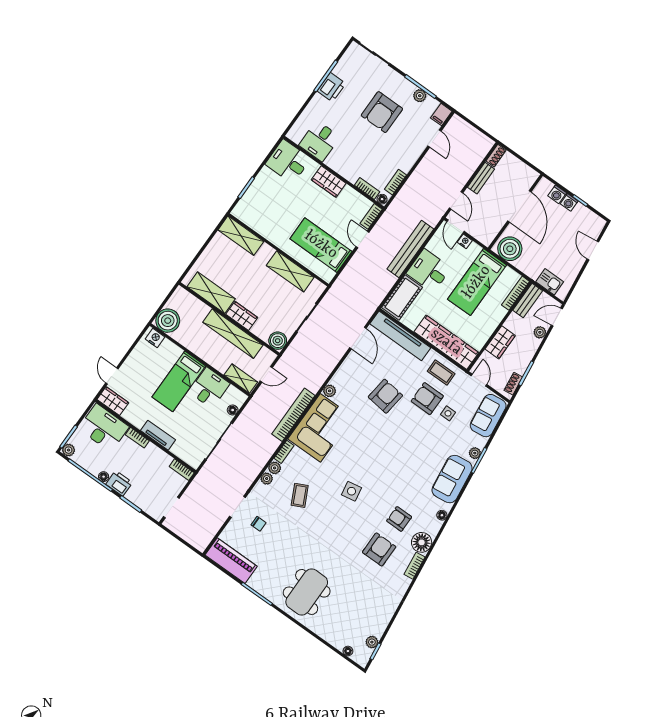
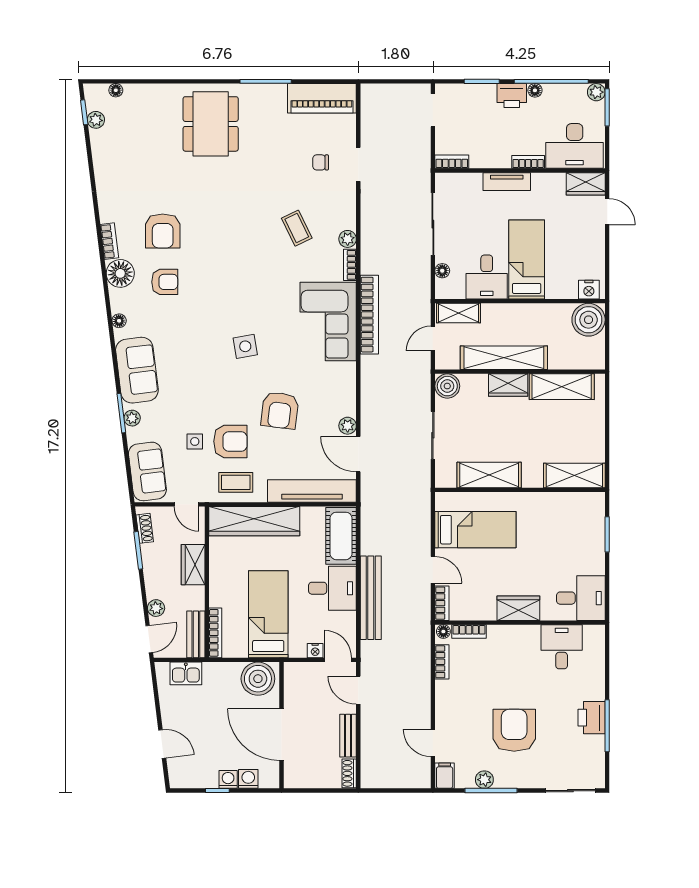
plant: (330, 391) -> (348, 426), moved
plant: (267, 479) -> (348, 220), removed
side table: (352, 491) -> (245, 346), moved

